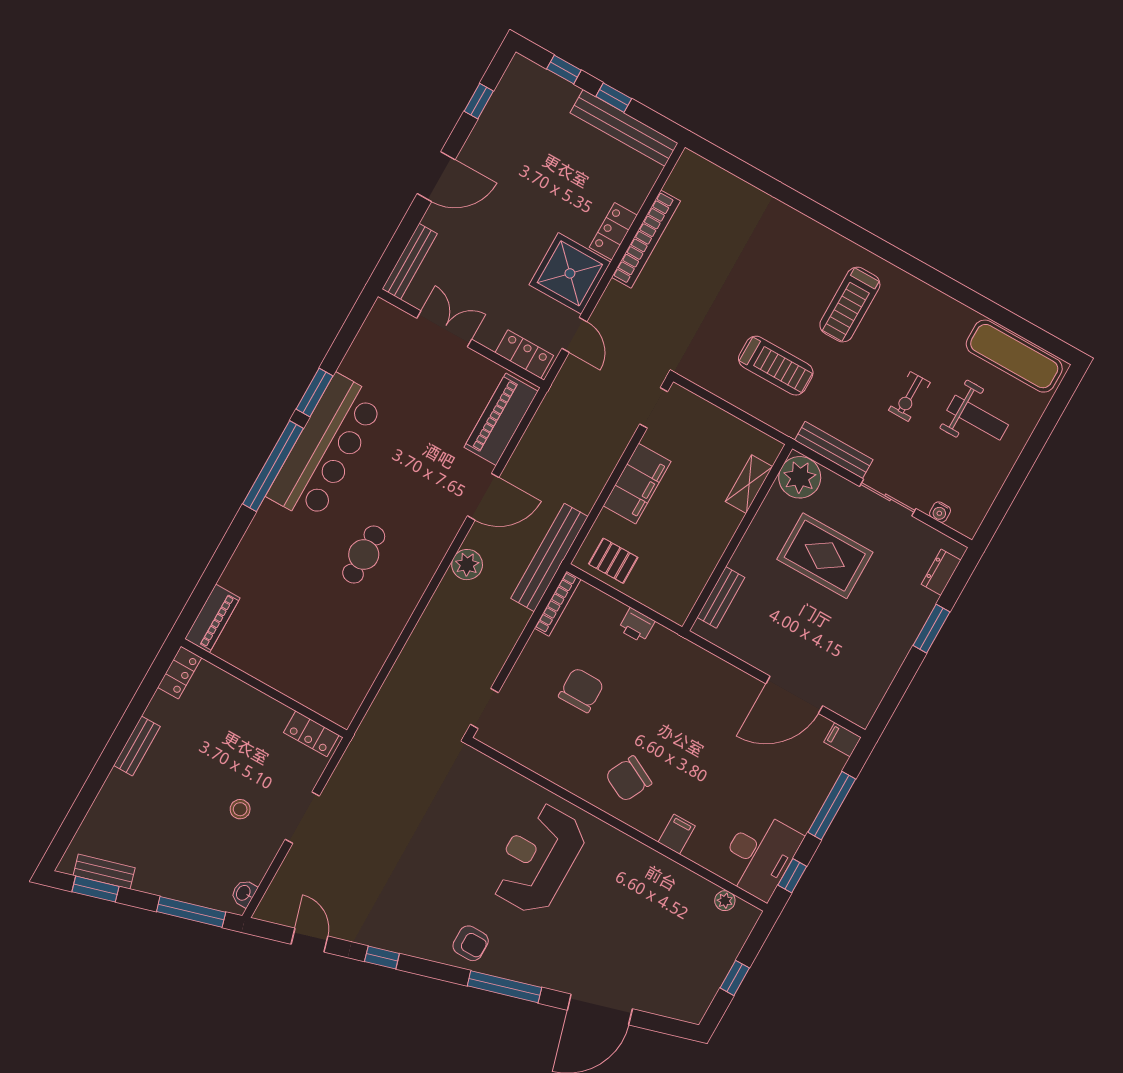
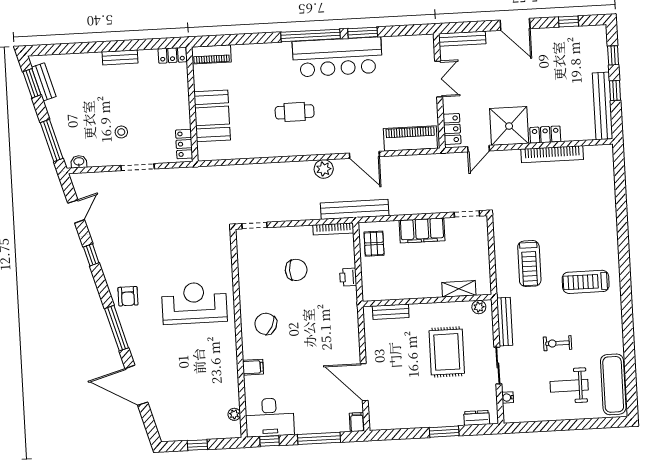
weight bench: (978, 418) -> (569, 386), turned 90
plant: (800, 477) -> (479, 307), width x0.53, depth x0.53
booth: (297, 671) -> (212, 116), added

